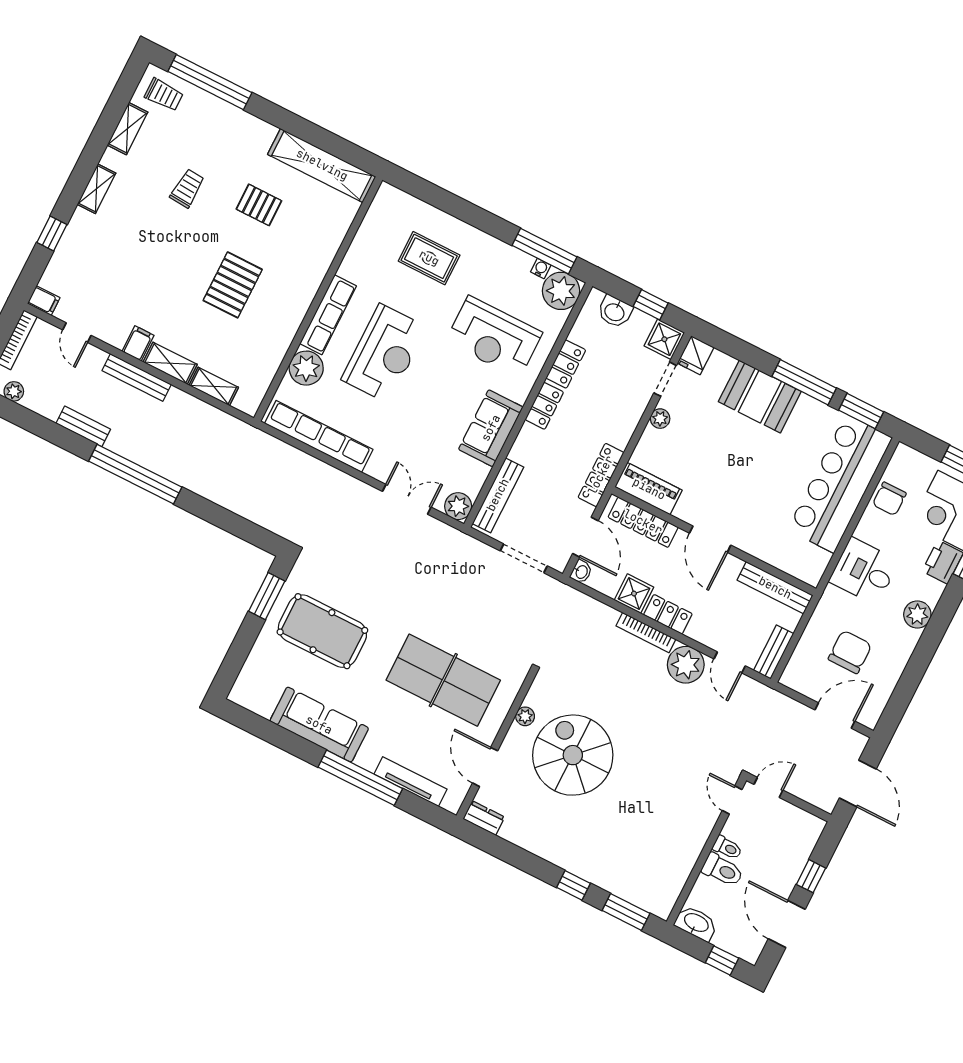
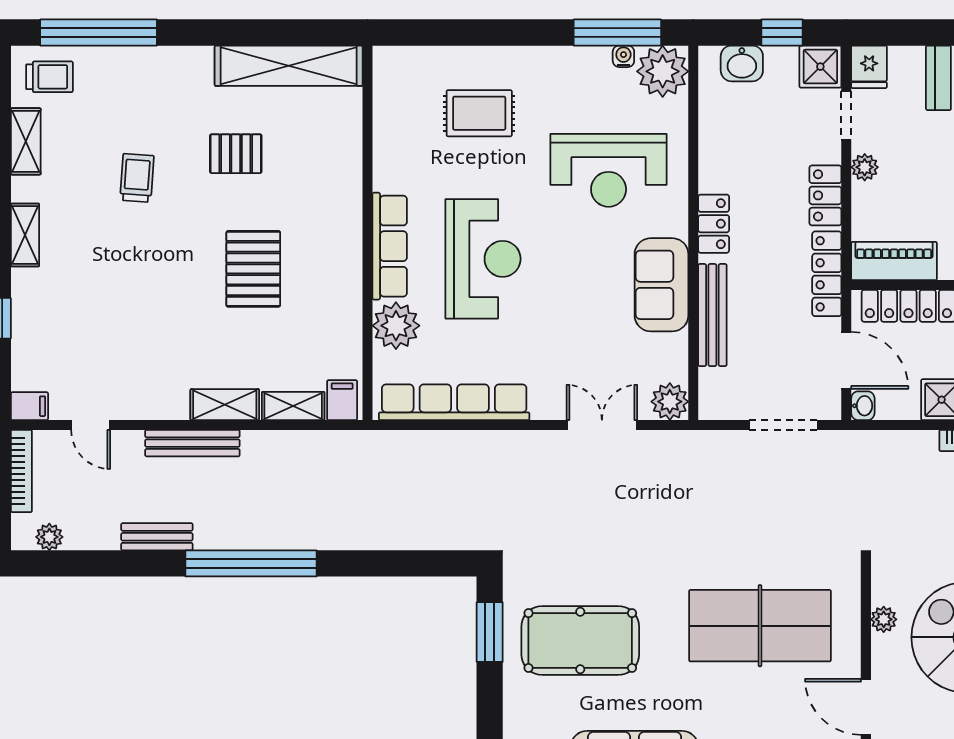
filing cabinet: (138, 343) -> (342, 400), moved
locker: (566, 364) -> (825, 195), moved, turned 180
bench: (498, 495) -> (712, 315), moved

